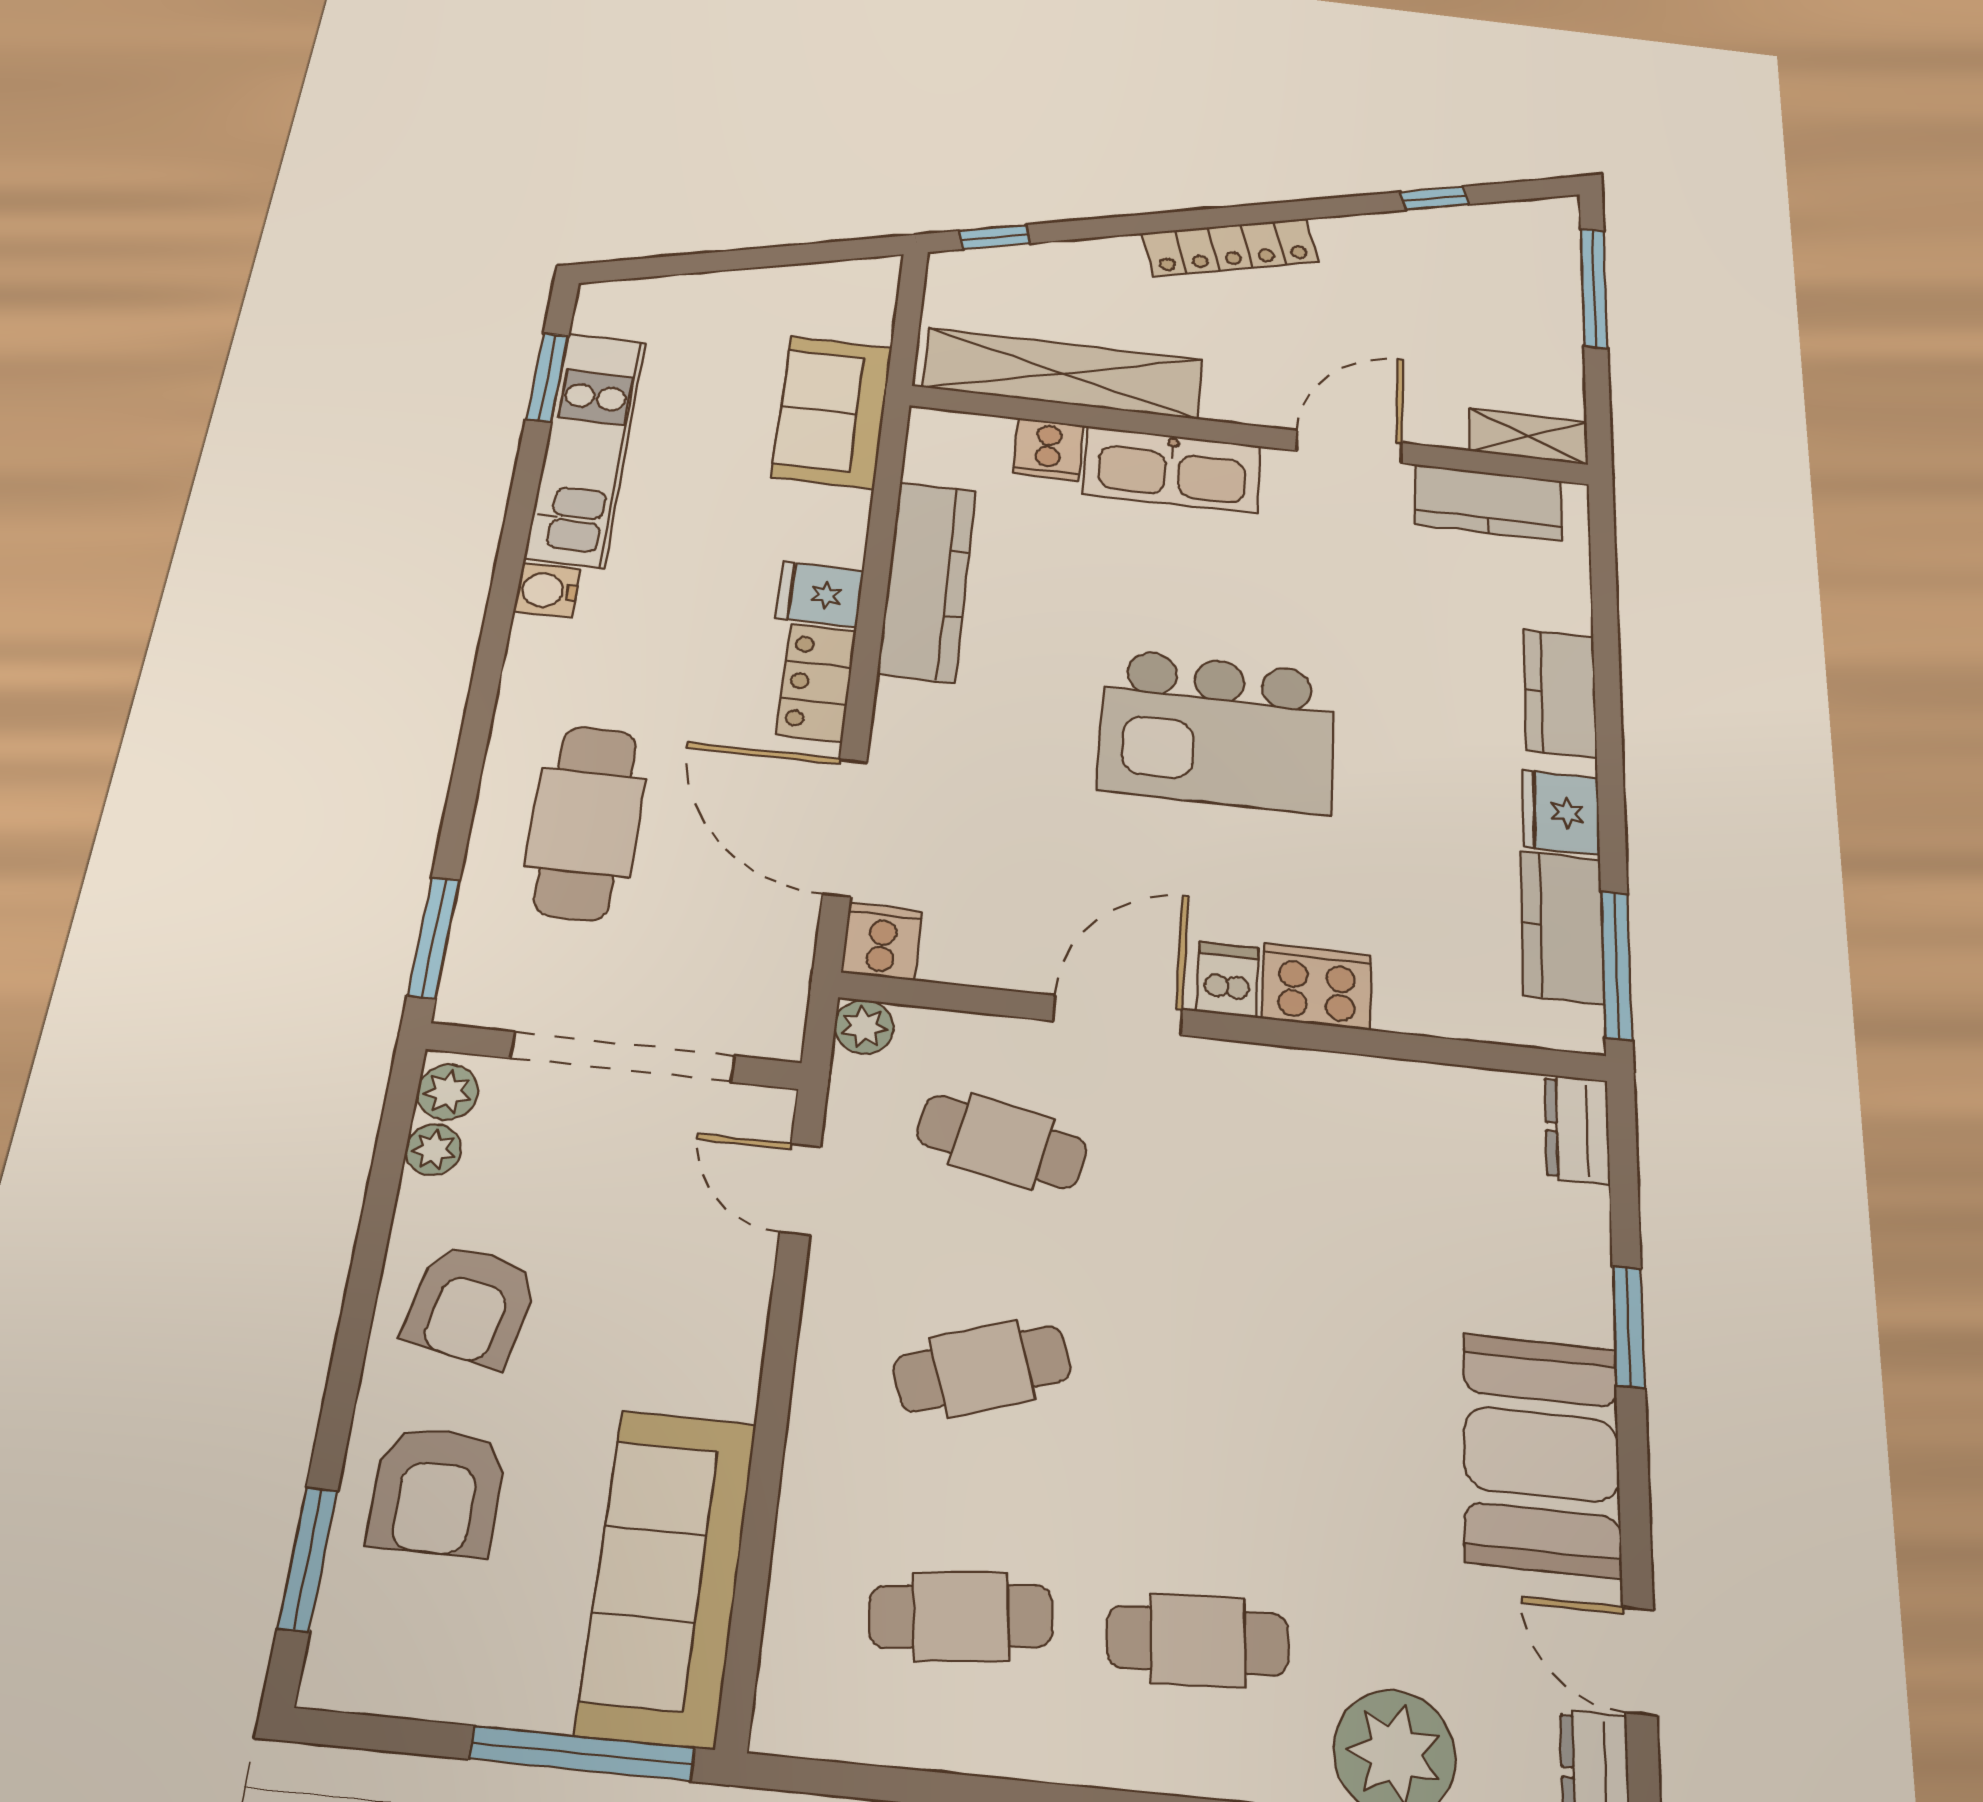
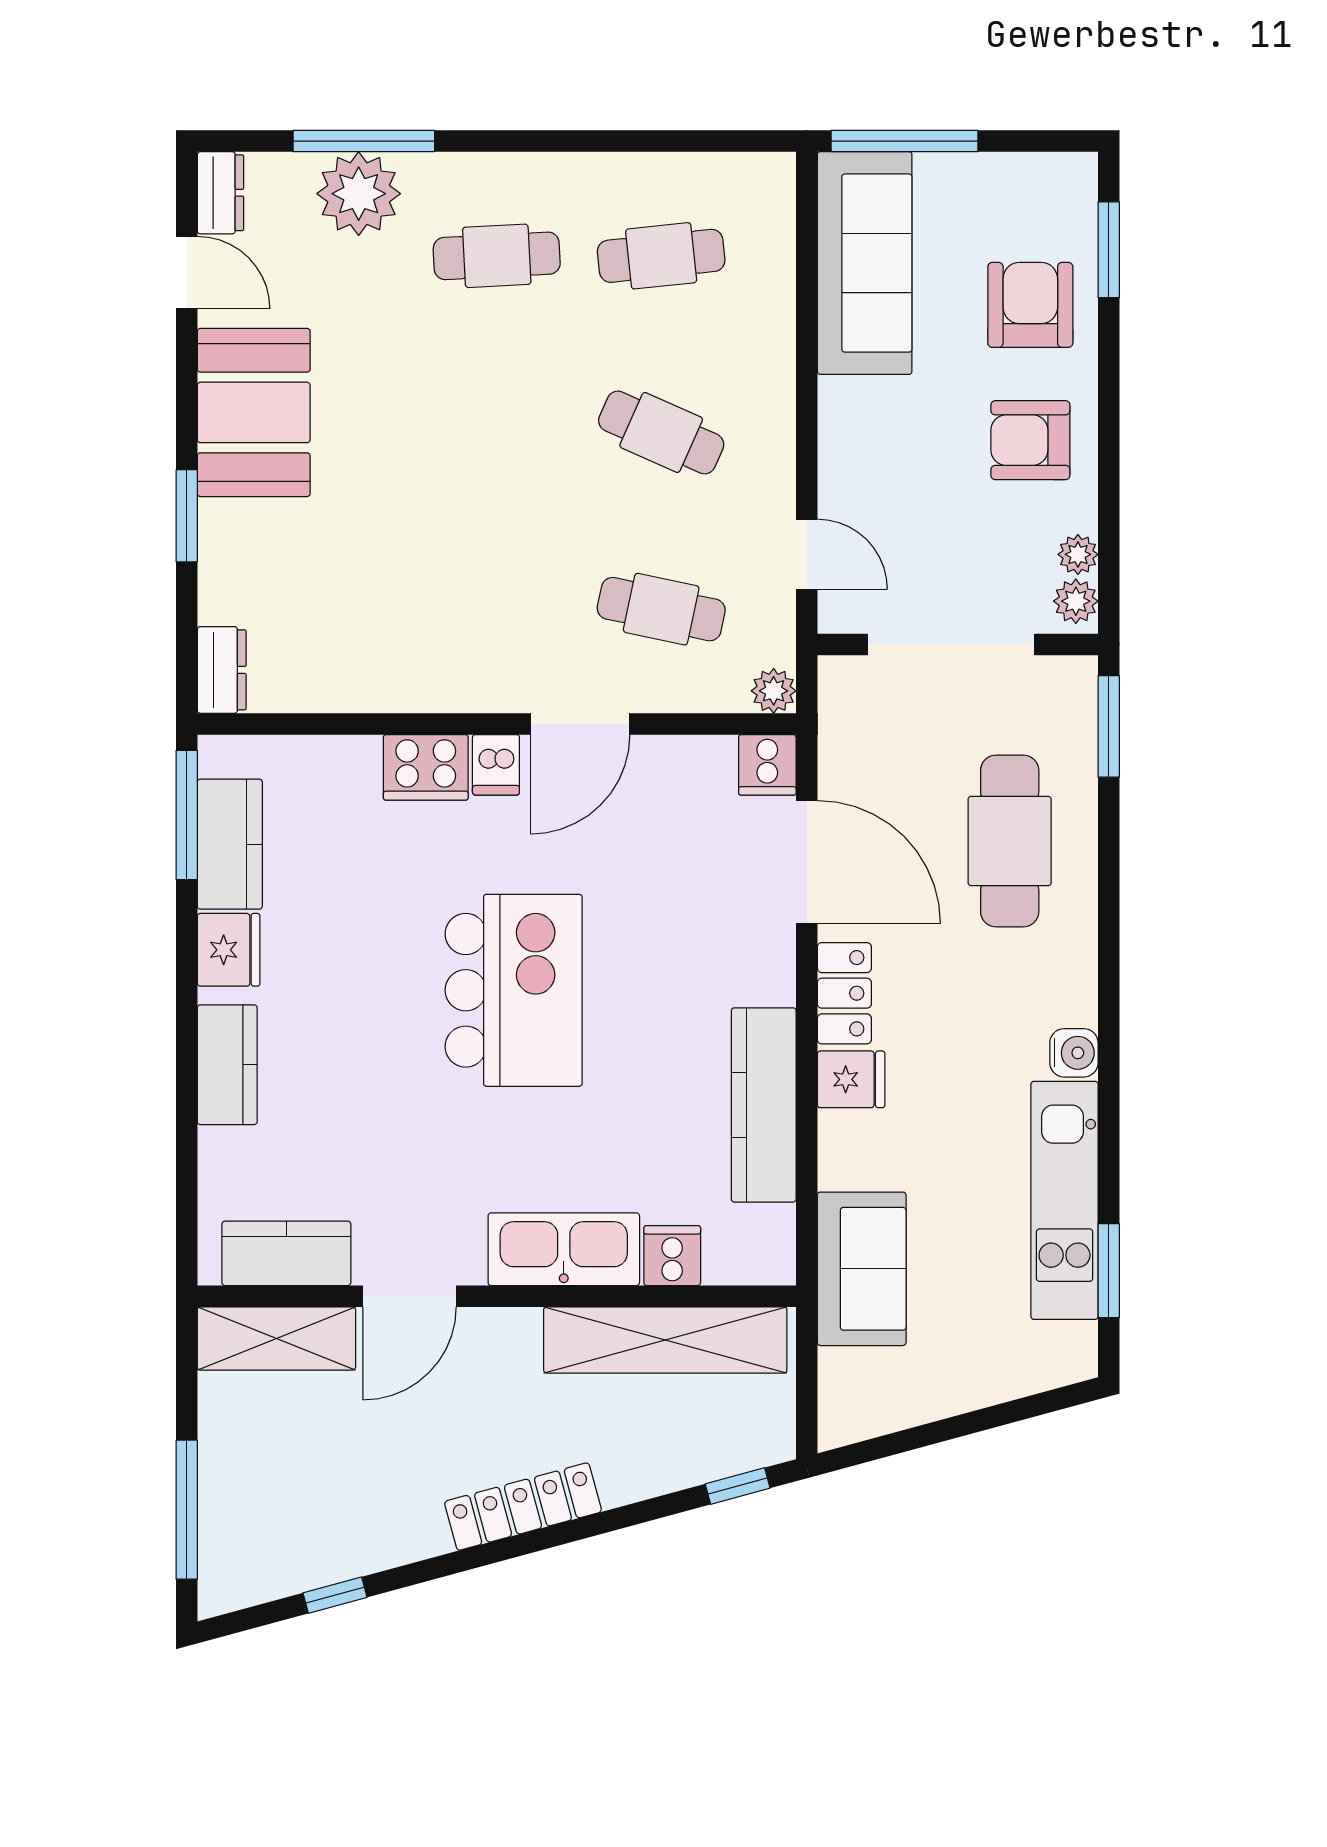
shelving: (1528, 436) -> (276, 1338), width x1.50, depth x1.33
kitchen island: (1217, 731) -> (514, 990), turned 90
armchair: (471, 1305) -> (1030, 440), turned -102
cafe table: (982, 1369) -> (661, 432), turned 42

